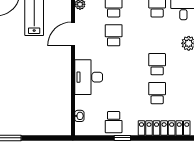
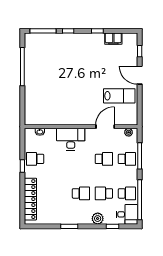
door: (73, 34) -> (105, 127), hinge flipped
school desk: (157, 93) -> (104, 193), moved, turned 180

